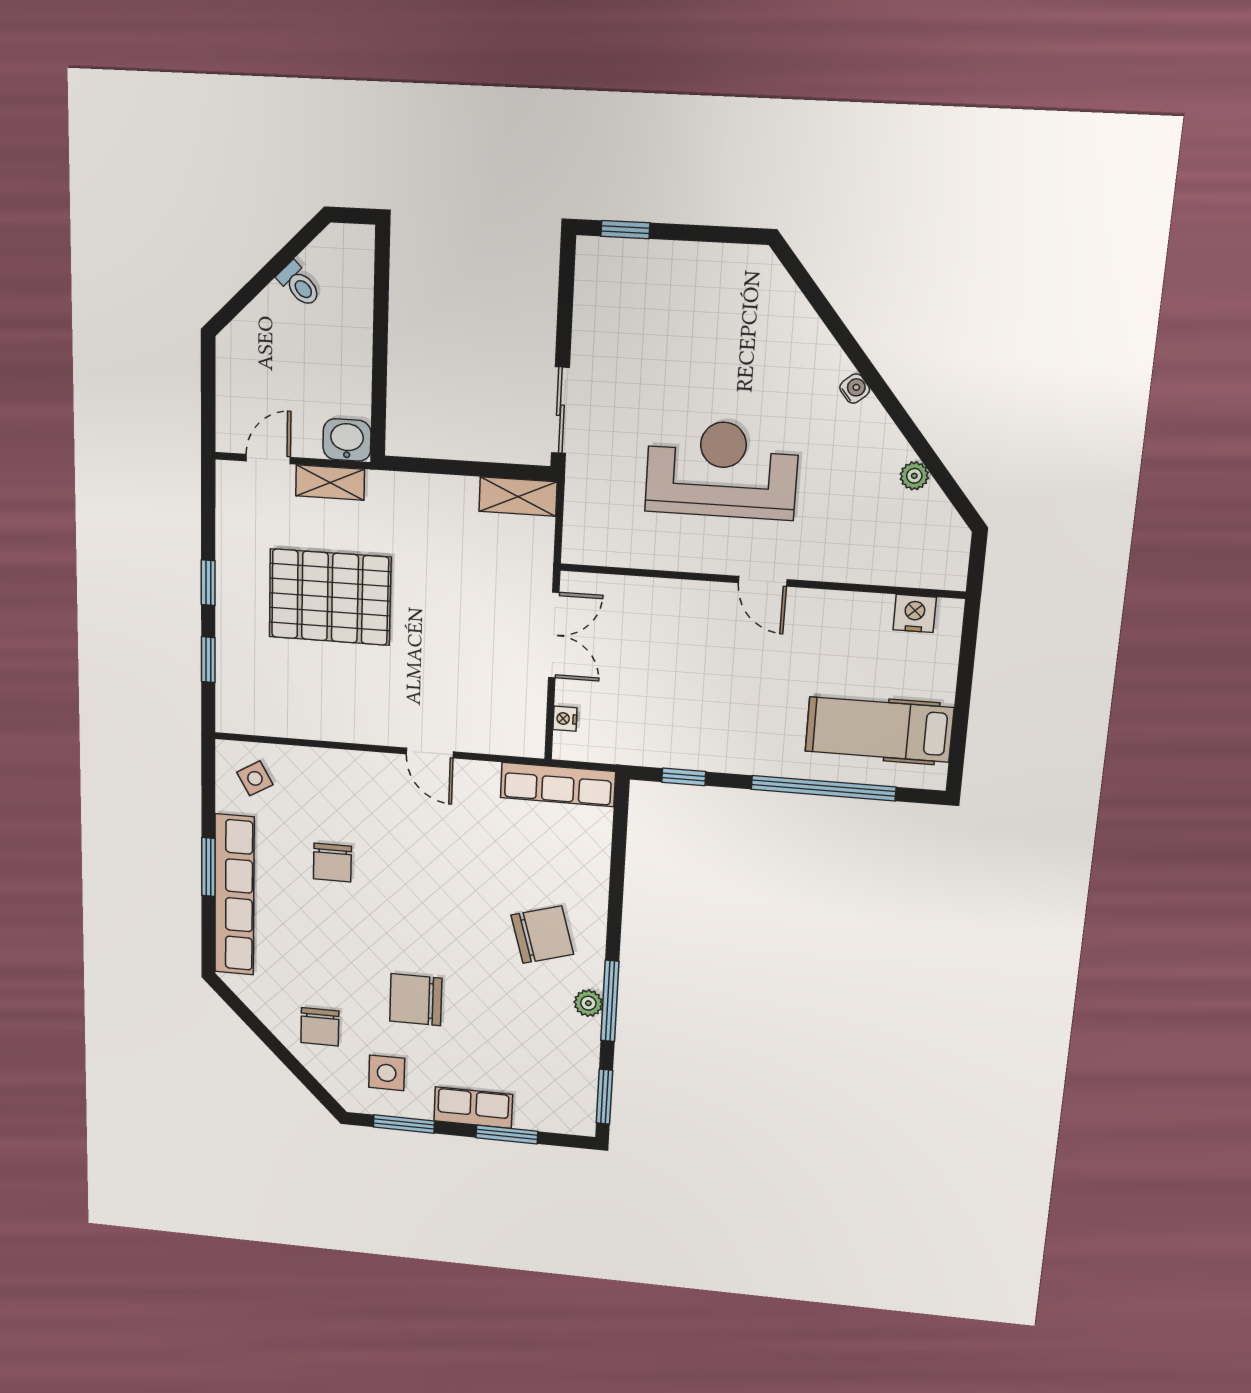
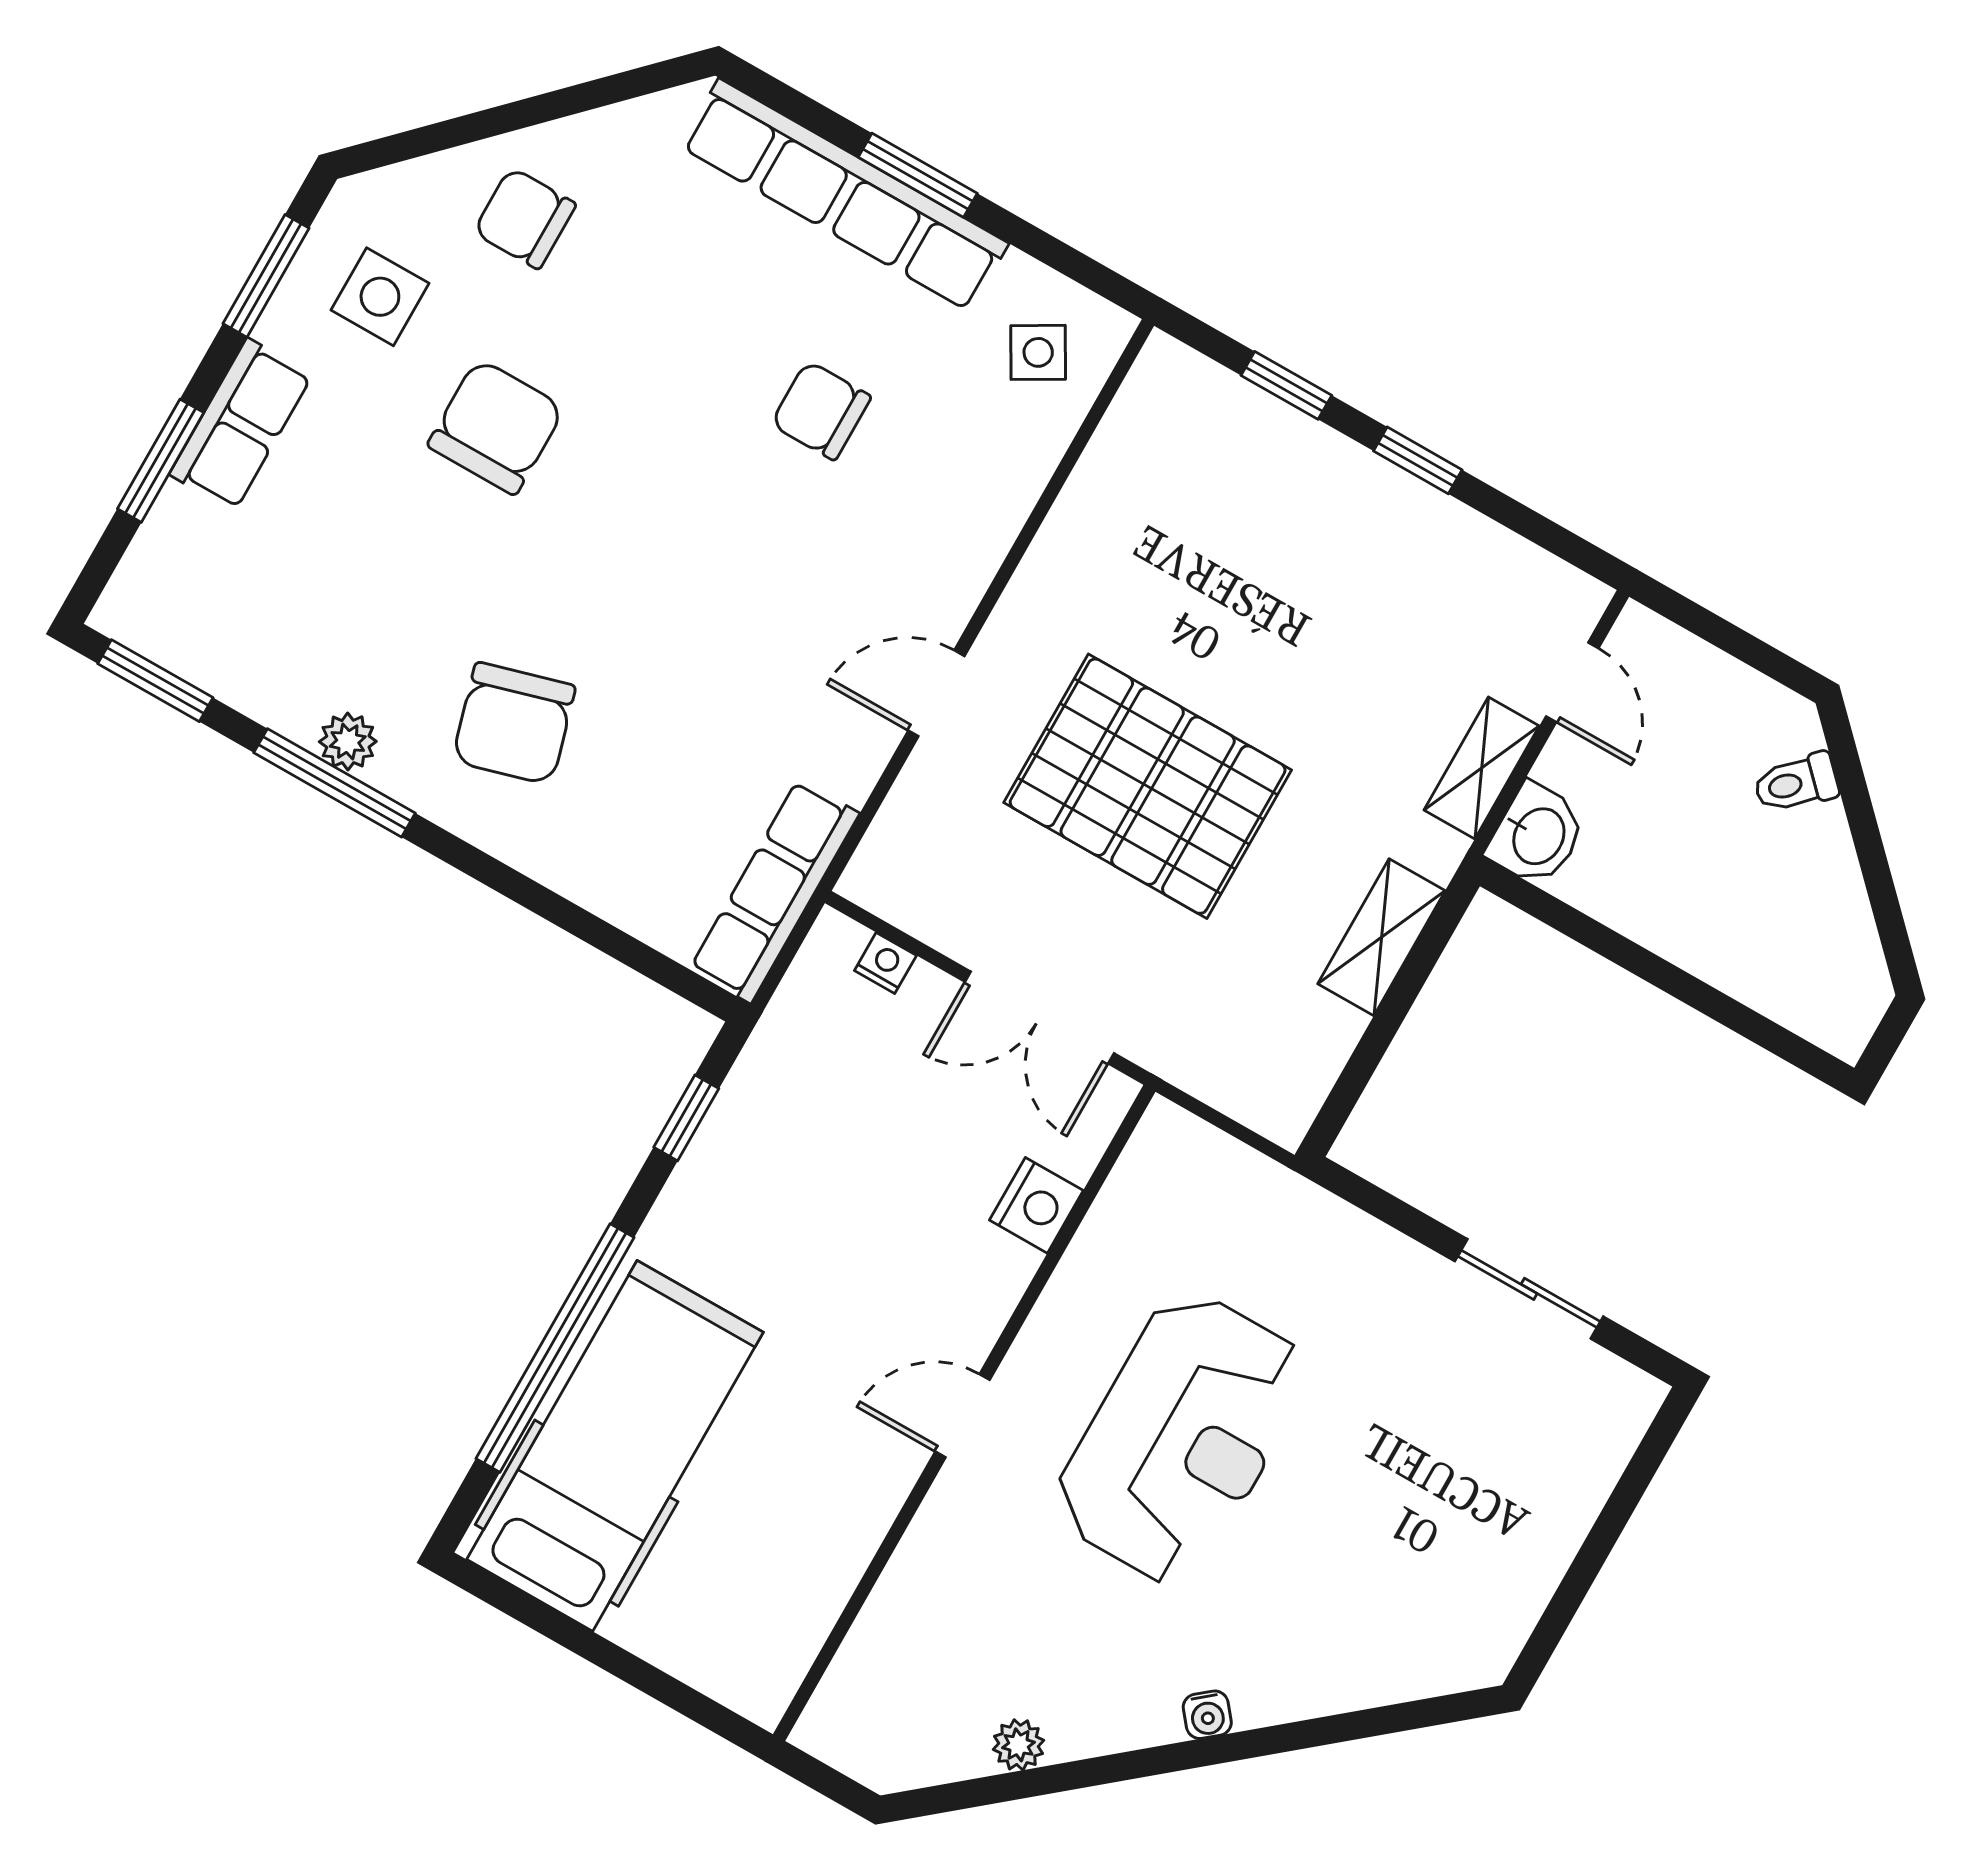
window: (625, 230) -> (1641, 1470), removed
toilet: (299, 284) -> (1796, 783), moved
sliding door: (560, 410) -> (1529, 1289), moved
shelving: (518, 497) -> (1382, 937), moved
pallet: (330, 597) -> (1148, 786), moved, turned 90
nightstand: (915, 613) -> (1036, 1205), moved
hospital bed: (879, 729) -> (615, 1446), width x1.37, depth x1.29

